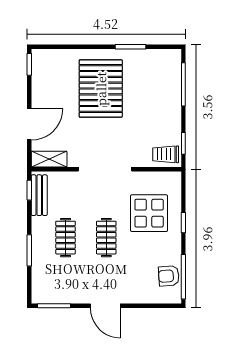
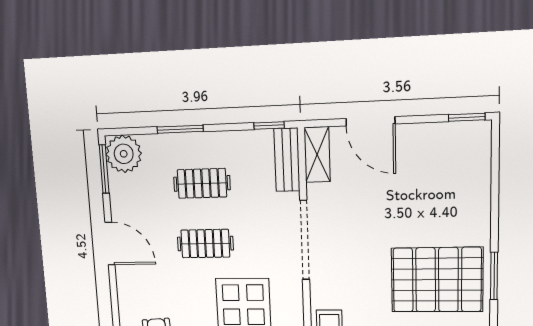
pallet: (101, 89) -> (437, 280), moved
bench: (39, 195) -> (287, 160), moved, turned 90
plant: (44, 291) -> (124, 154), added
door: (105, 306) -> (110, 244), swing flipped

